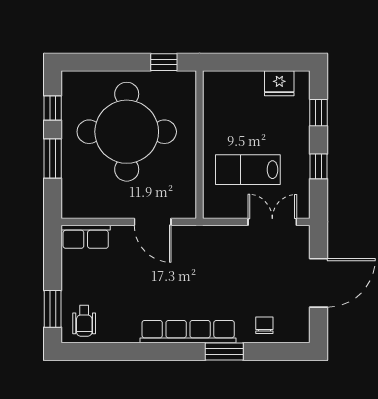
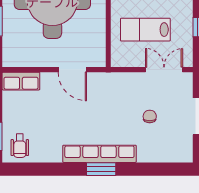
chair: (264, 325) -> (150, 116), moved
window: (224, 352) -> (101, 169), moved

